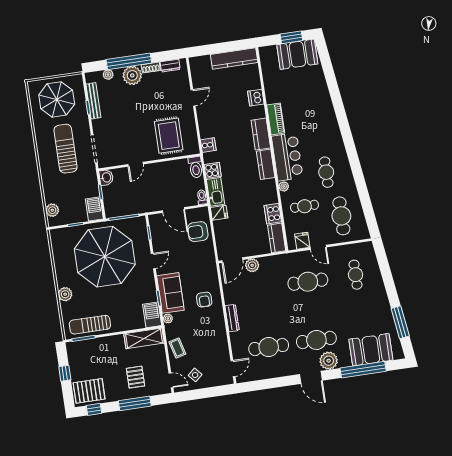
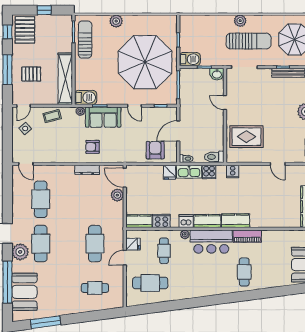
dishwasher: (256, 98) -> (186, 221), moved
cafe table: (326, 172) -> (244, 272), moved, turned 90
plant: (52, 210) -> (240, 21), moved
dresser: (232, 318) -> (87, 170), moved
shelving: (144, 338) -> (65, 79), width x1.47

